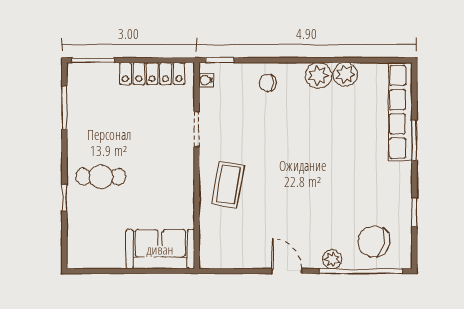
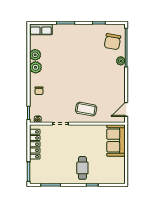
row of seats: (400, 112) -> (41, 29), width x0.50
door: (287, 271) -> (126, 109), moved

